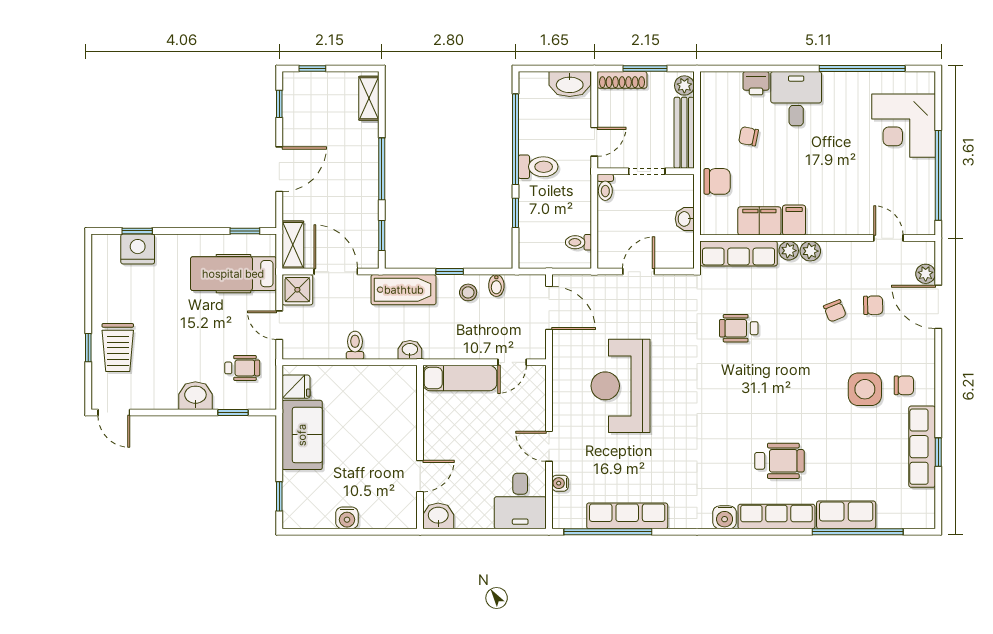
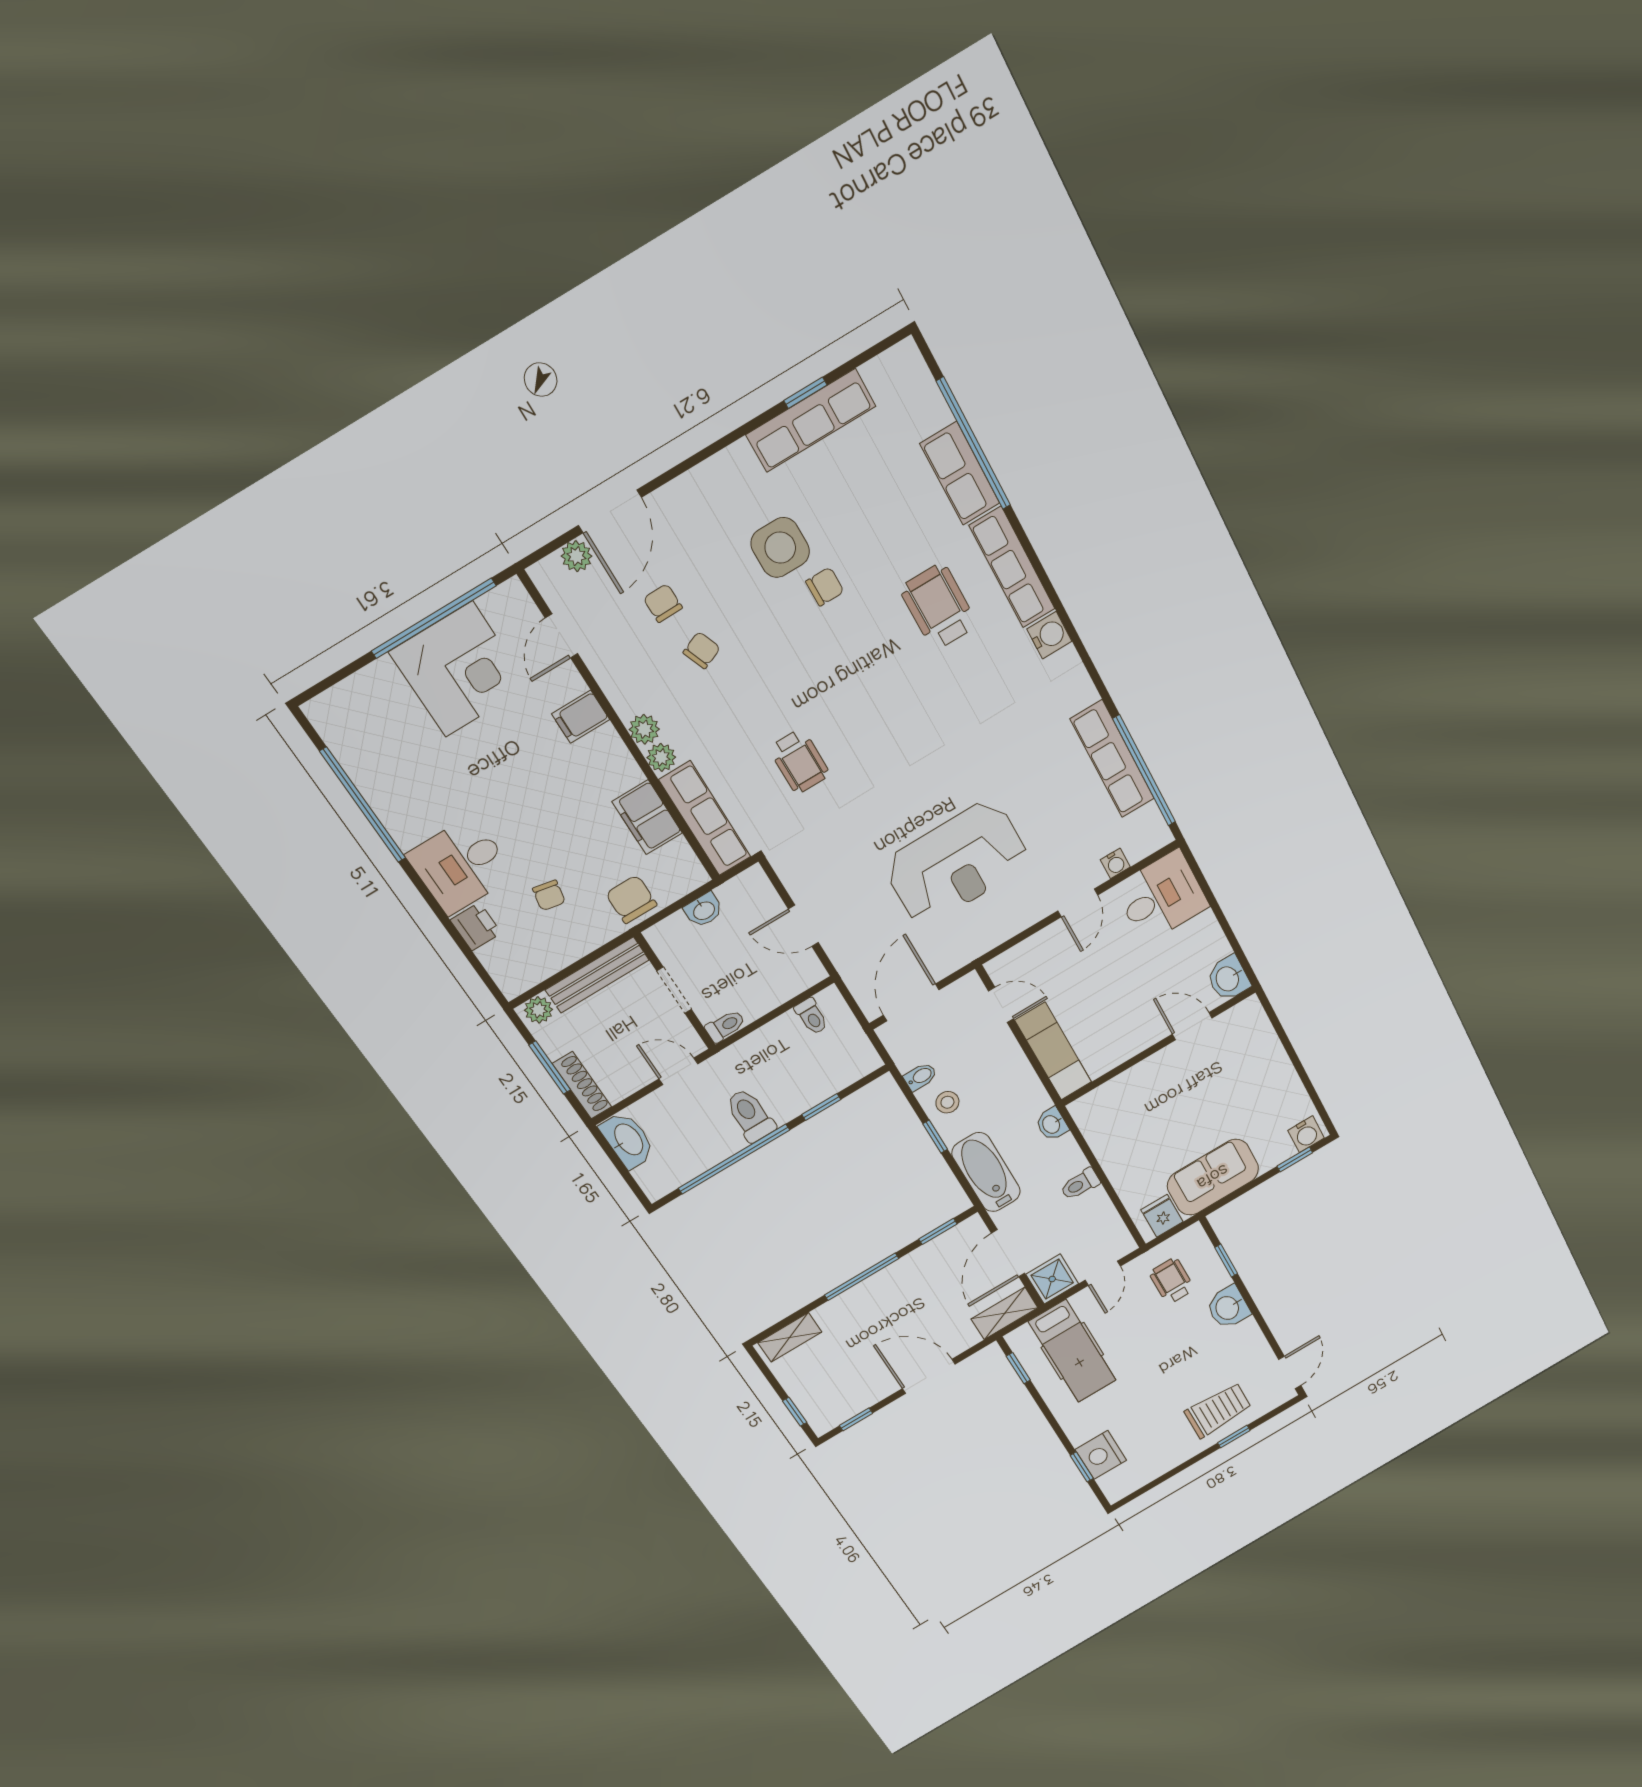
corner desk: (904, 126) -> (459, 669), moved
filing cabinet: (794, 220) -> (581, 717), moved
chair: (904, 385) -> (825, 587), moved, turned 90
water cooler: (347, 518) -> (1306, 1134), moved, turned 90

